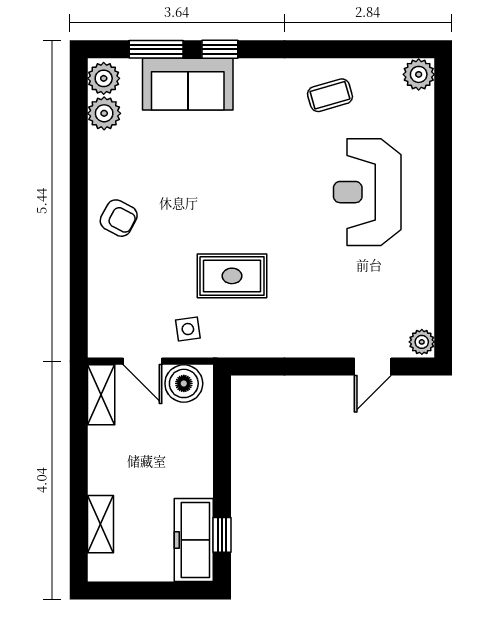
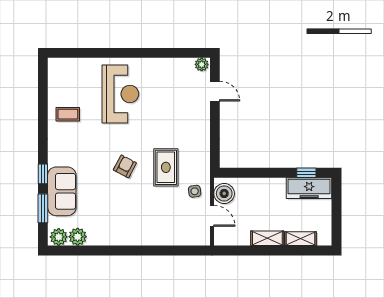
plant: (419, 74) -> (57, 66), removed
coffee table: (330, 95) -> (68, 114), turned -74
reception desk: (367, 192) -> (120, 94), turned -90
armchair: (119, 218) -> (125, 166), moved
door: (142, 361) -> (212, 216), hinge flipped
shelving: (101, 395) -> (267, 238), moved

